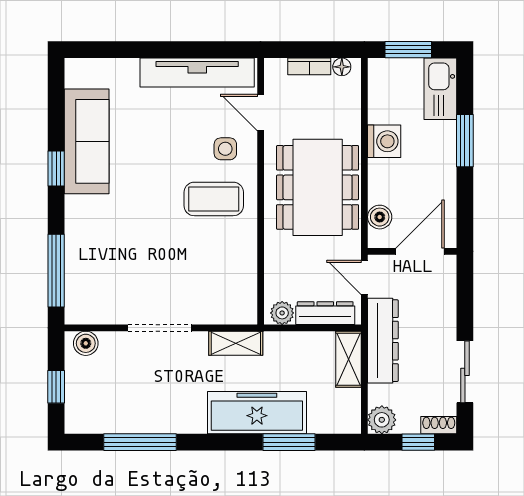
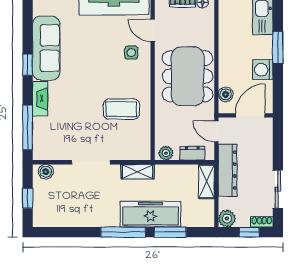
washing machine: (384, 141) -> (263, 70), moved, turned 180
coffee table: (214, 199) -> (121, 109), moved
fireplace: (76, 224) -> (40, 99), added
dresser: (325, 313) -> (192, 153), width x0.70
window: (140, 442) -> (123, 232), moved

